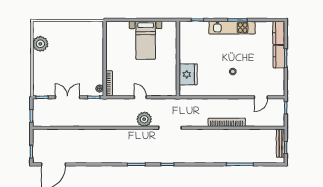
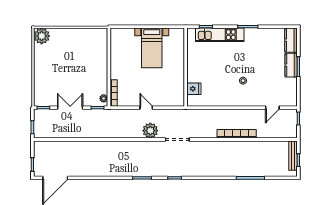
kitchen unit: (232, 28) -> (220, 35), moved
plant: (40, 44) -> (42, 36), moved
fridge: (188, 74) -> (194, 89), width x0.53, depth x0.75

